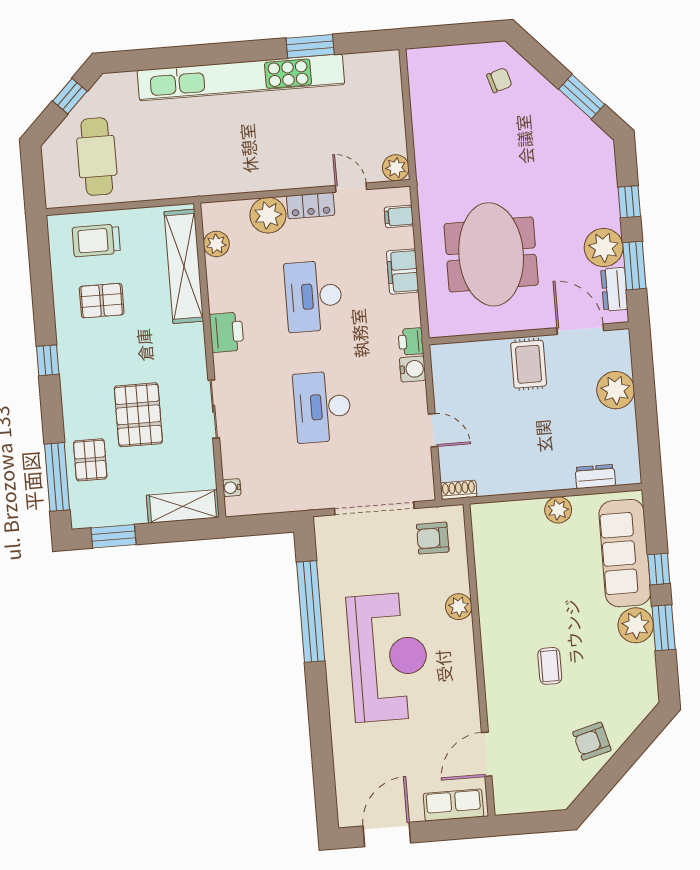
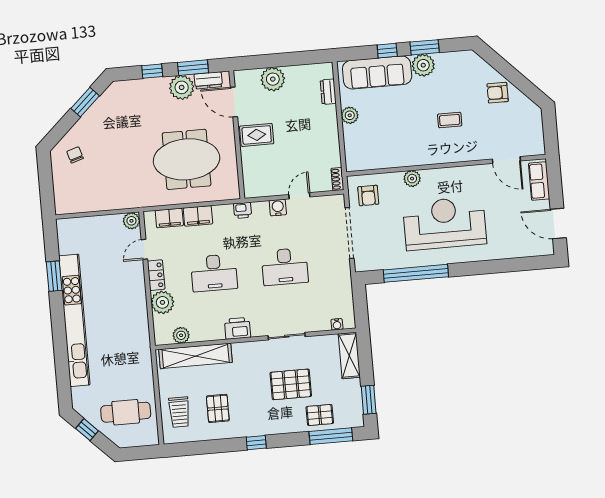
filing cabinet: (399, 216) -> (169, 218), width x2.00
door: (580, 329) -> (234, 102), hinge flipped
water cooler: (413, 369) -> (278, 208), moved
armchair: (592, 741) -> (498, 93), turned 105

